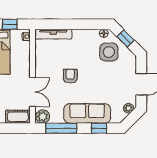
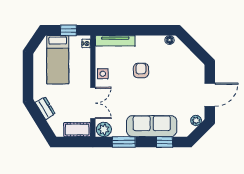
window: (126, 38) -> (193, 45), removed
side table: (109, 52) -> (103, 74), moved, width x0.54, depth x0.54
armchair: (70, 76) -> (141, 71), moved
window: (61, 128) -> (124, 142), width x0.69

